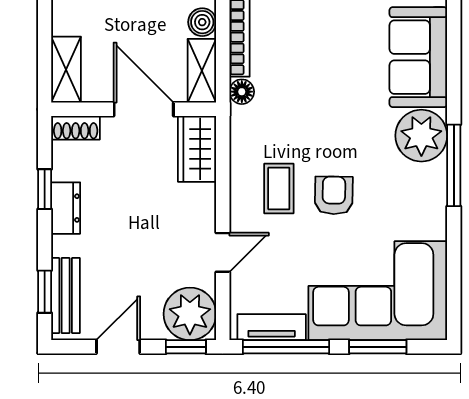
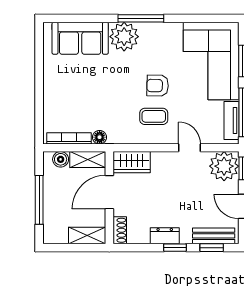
window: (45, 189) -> (175, 248), moved

